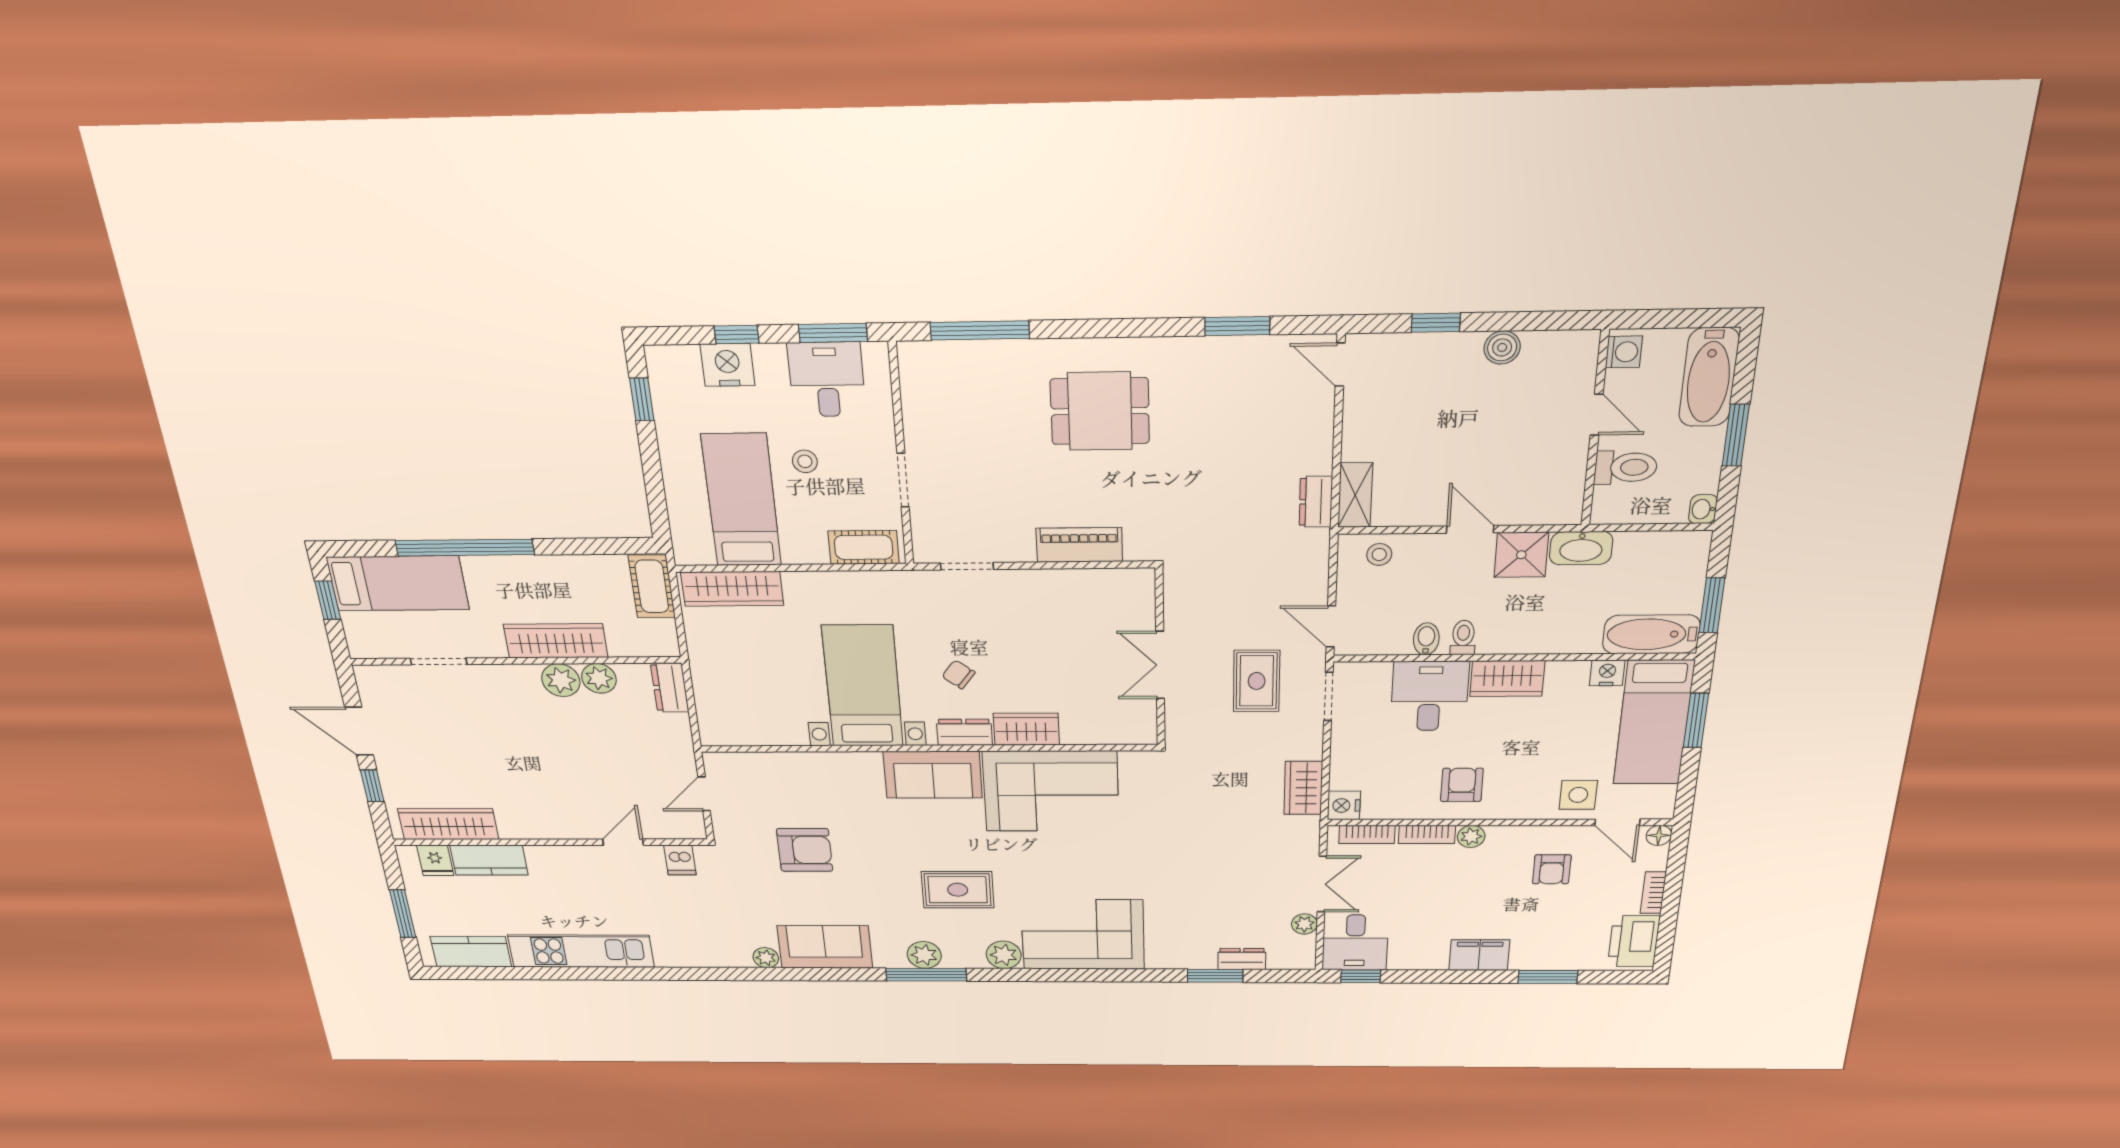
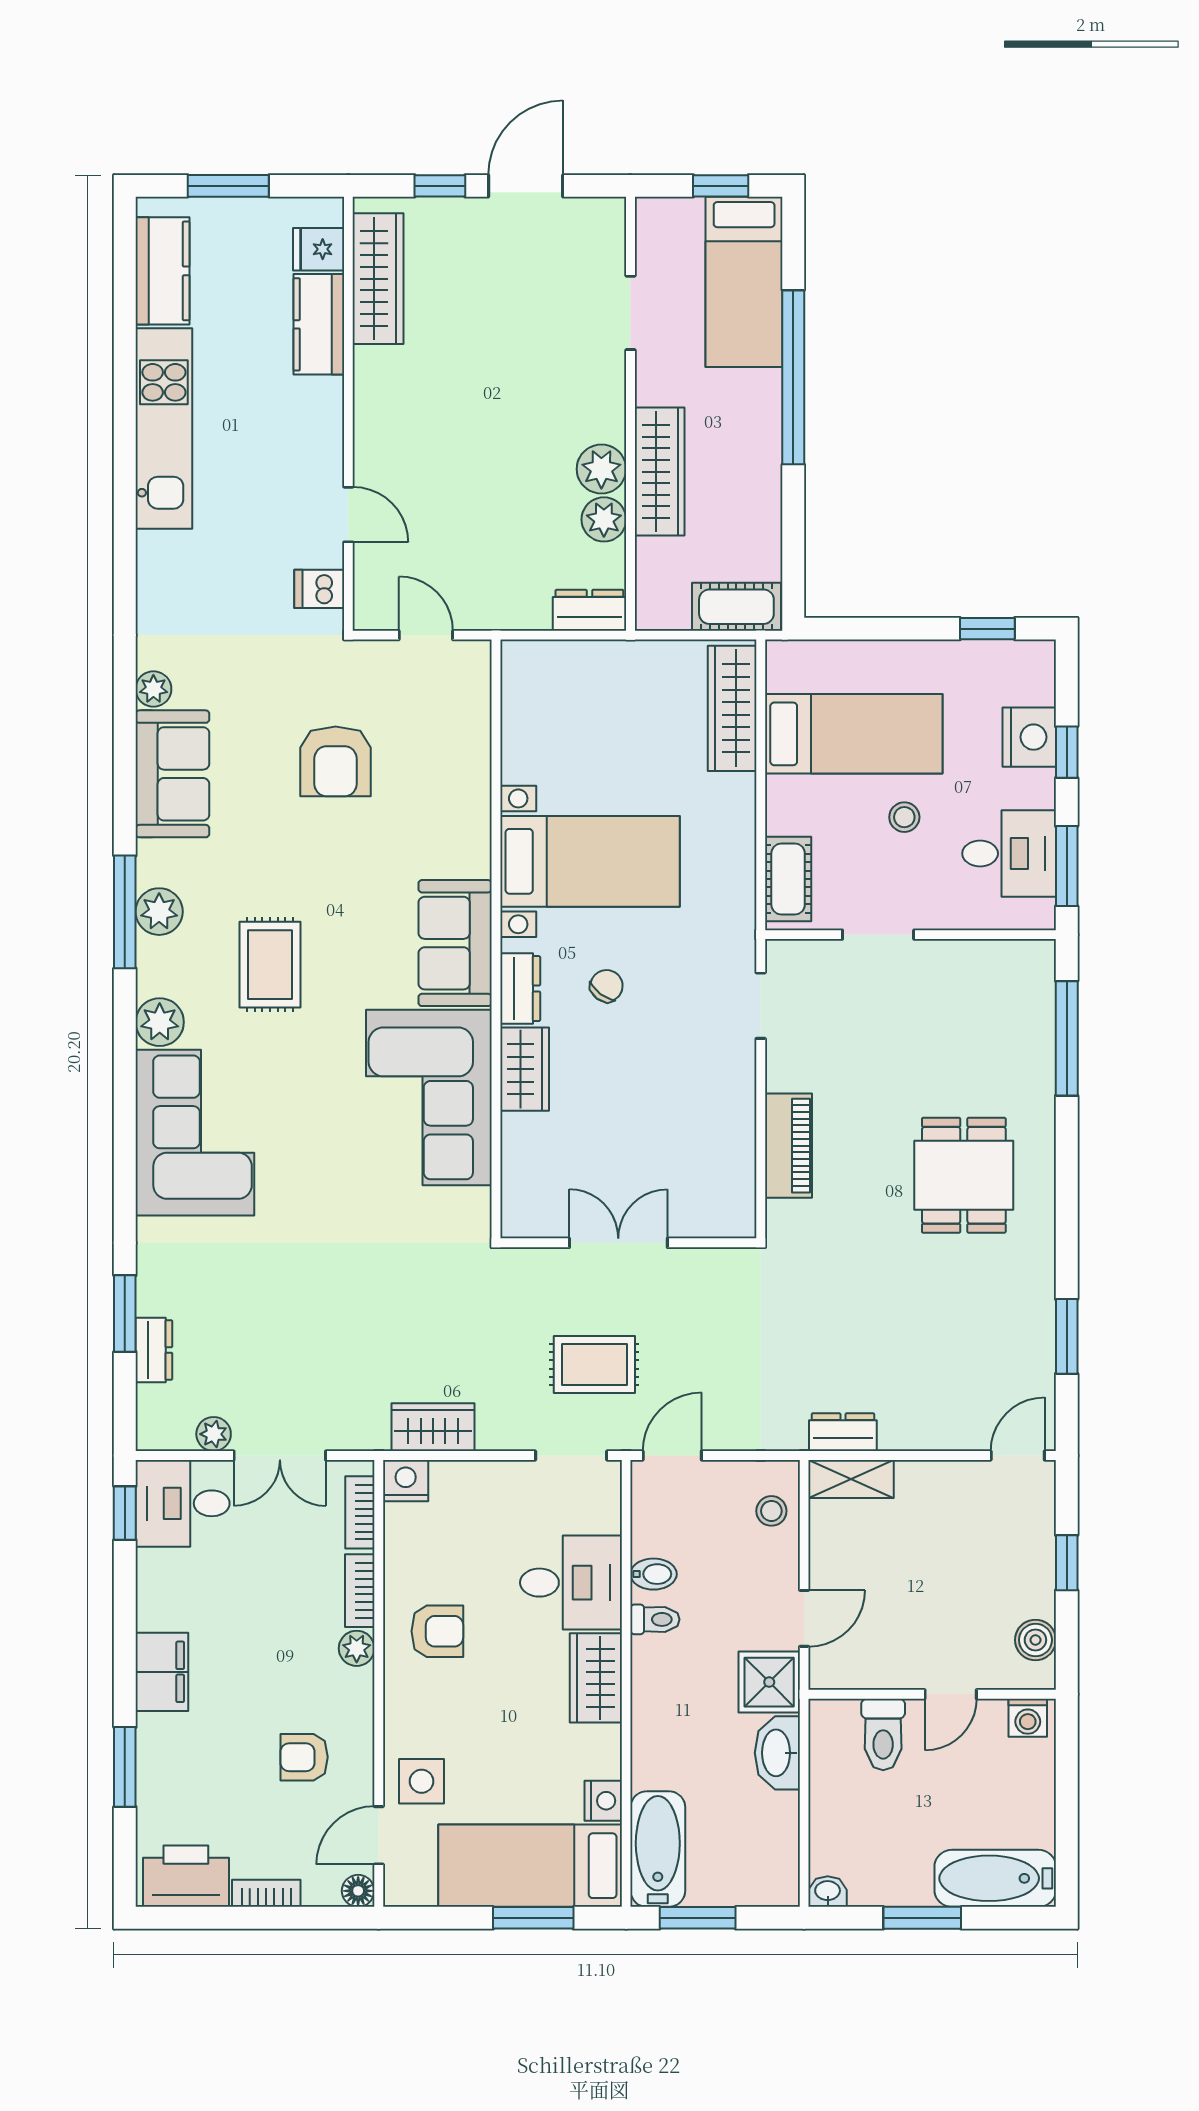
washing machine: (1624, 352) -> (1028, 1718), moved
door: (1597, 415) -> (951, 1694), moved
wall: (1595, 429) -> (932, 1694), moved
toilet: (1626, 467) -> (883, 1734), moved

